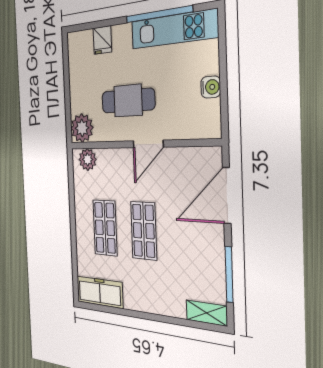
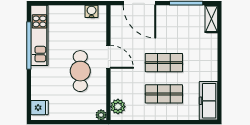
fridge: (102, 40) -> (40, 108), moved
water cooler: (211, 87) -> (92, 11), moved
plant: (82, 128) -> (101, 115), width x0.53, depth x0.53

